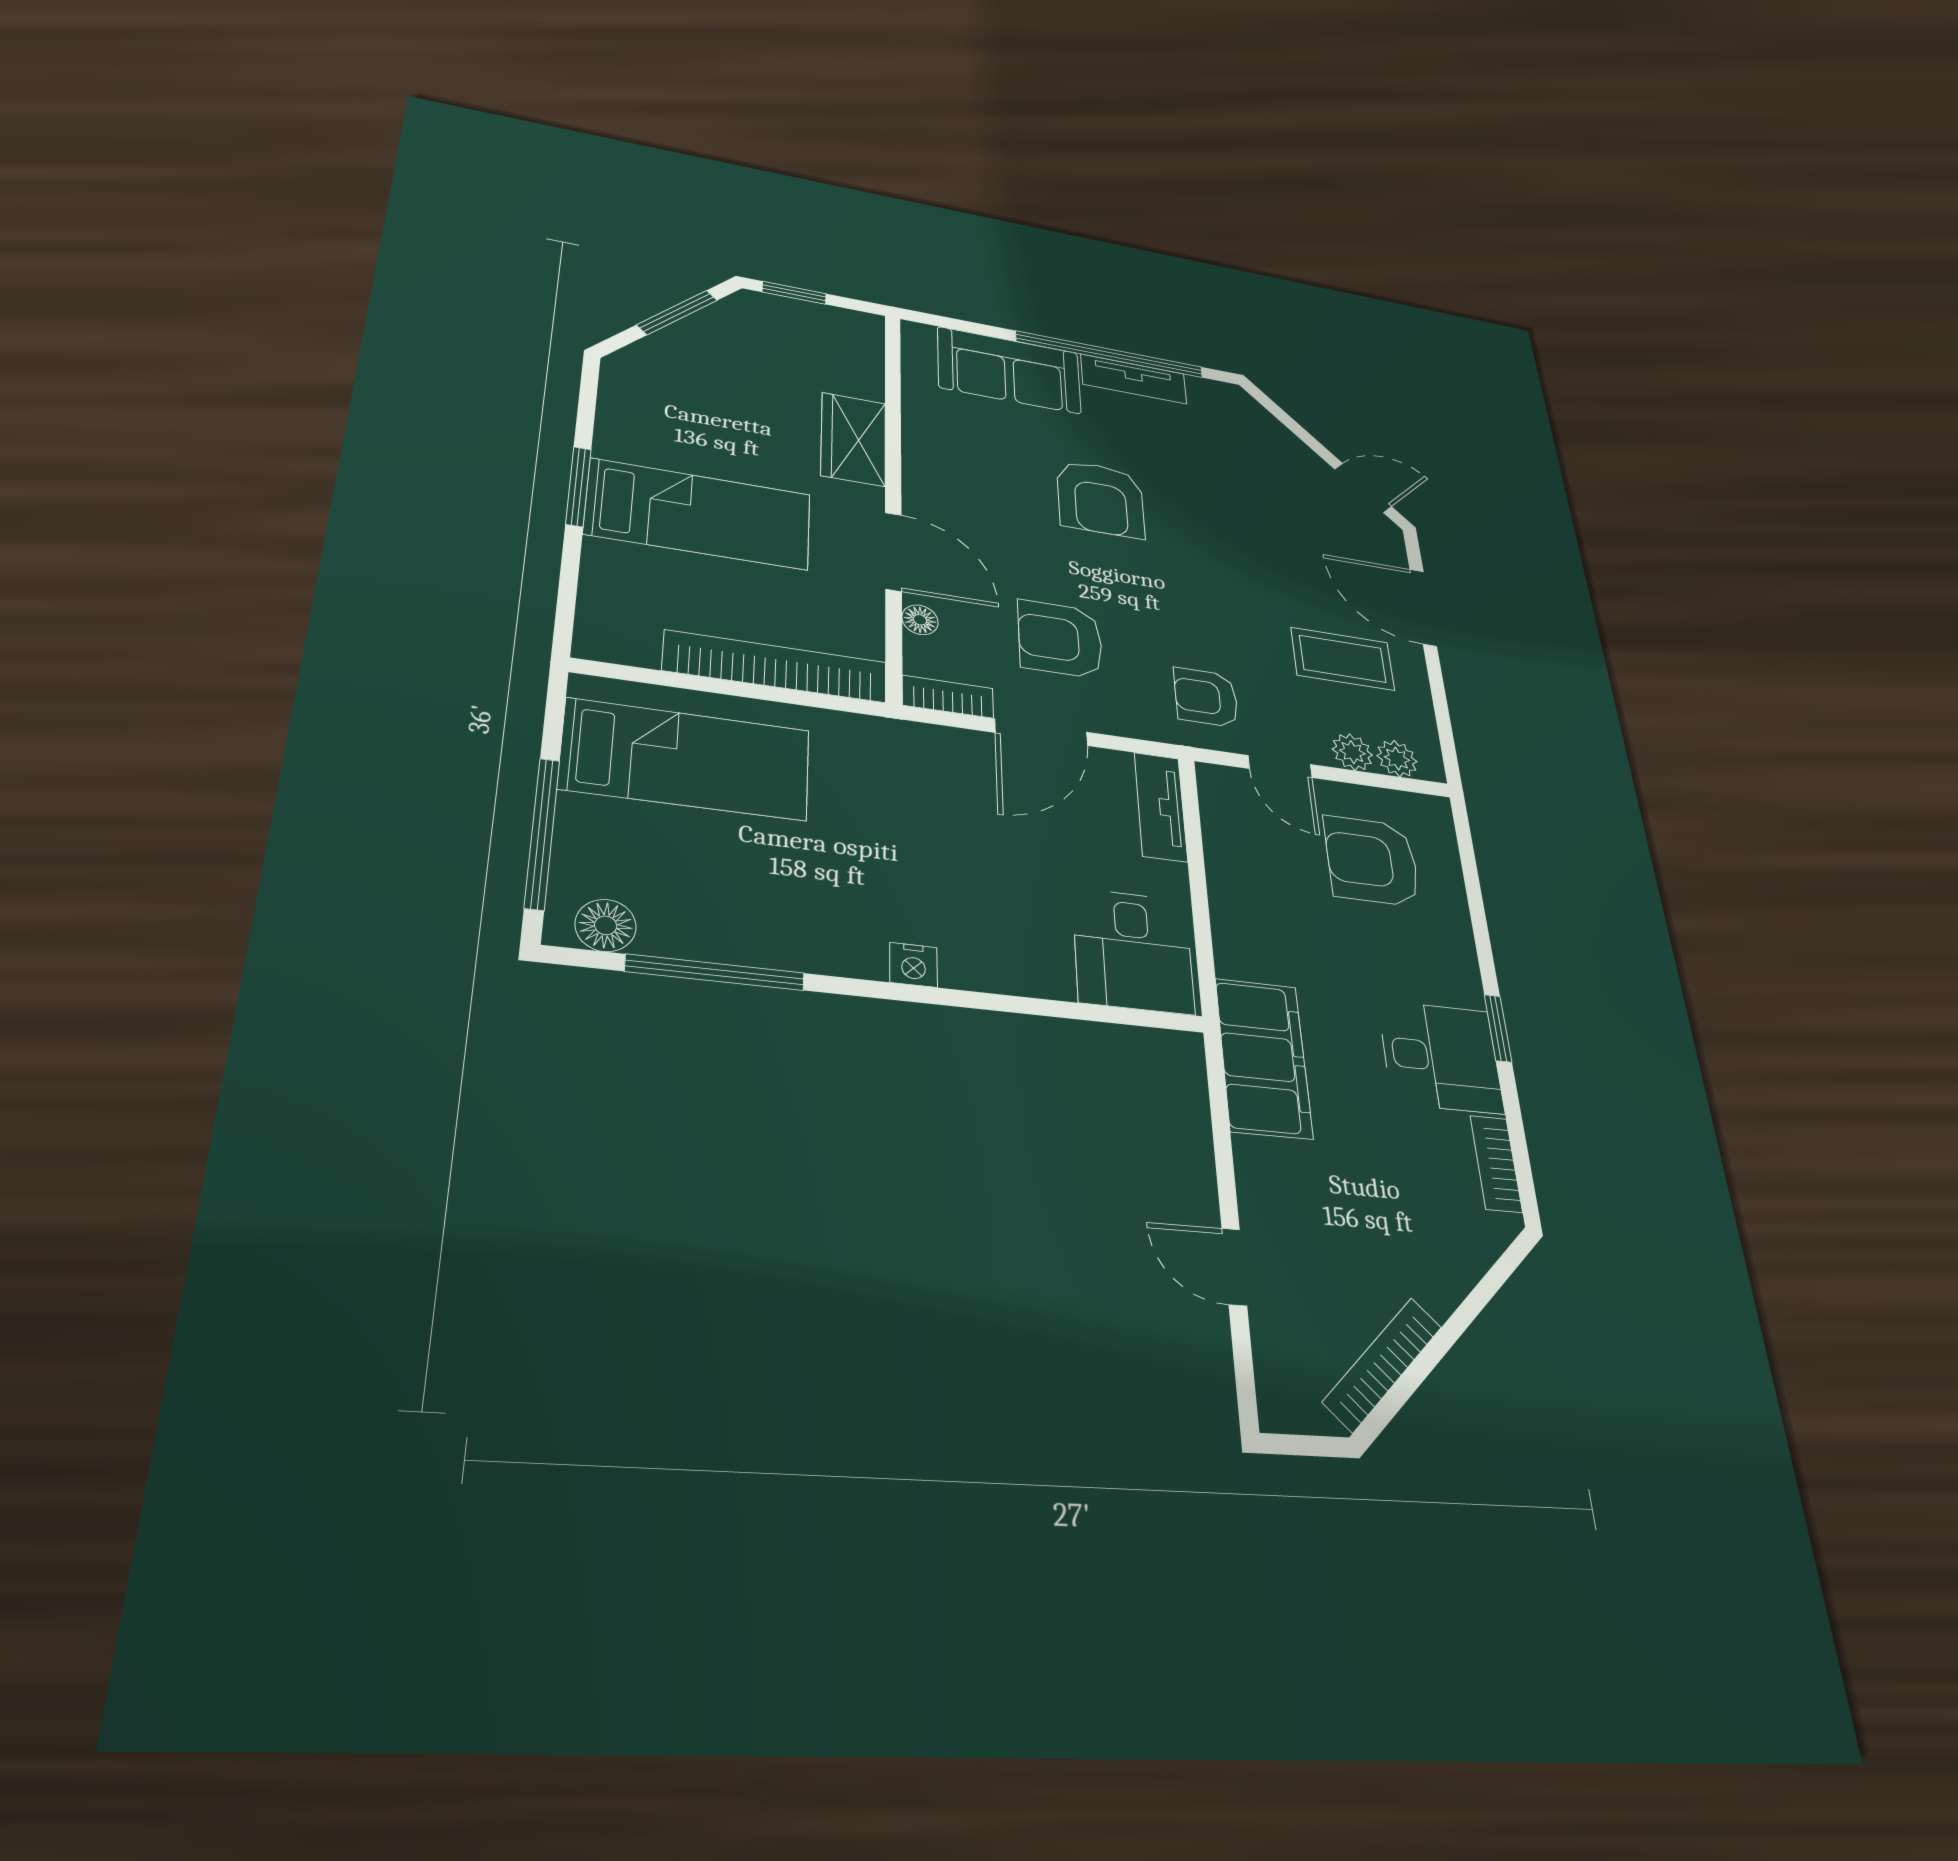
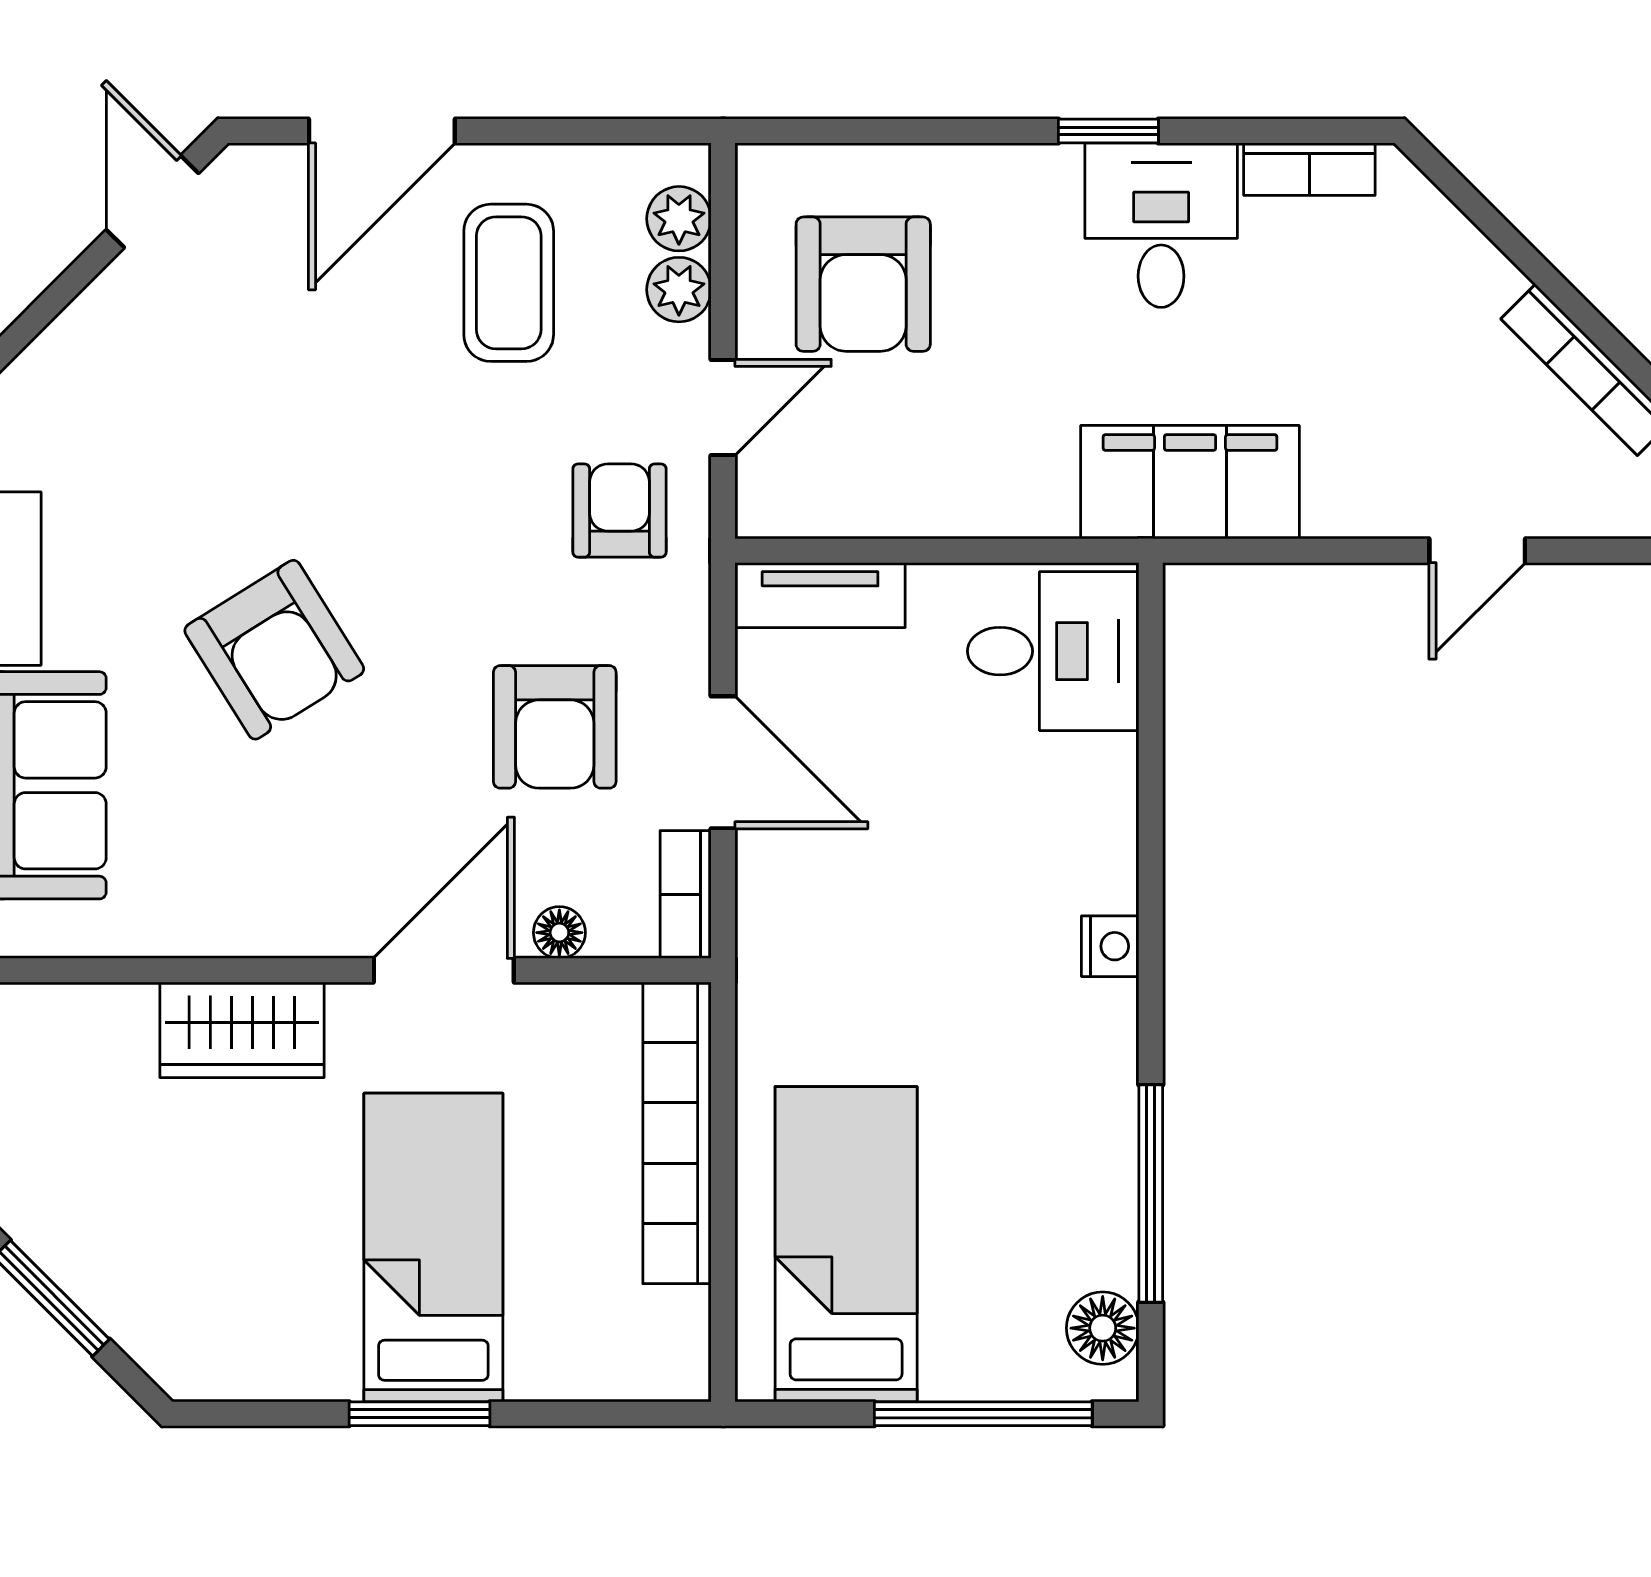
armchair: (1101, 499) -> (274, 650), turned 58
armchair: (1206, 697) -> (619, 511), turned 180

